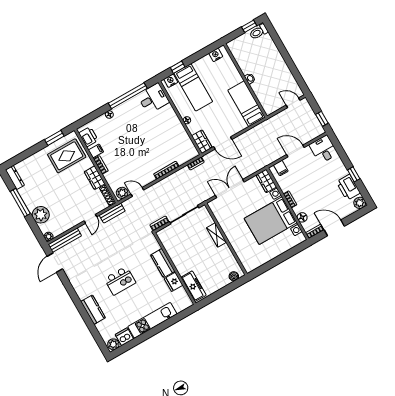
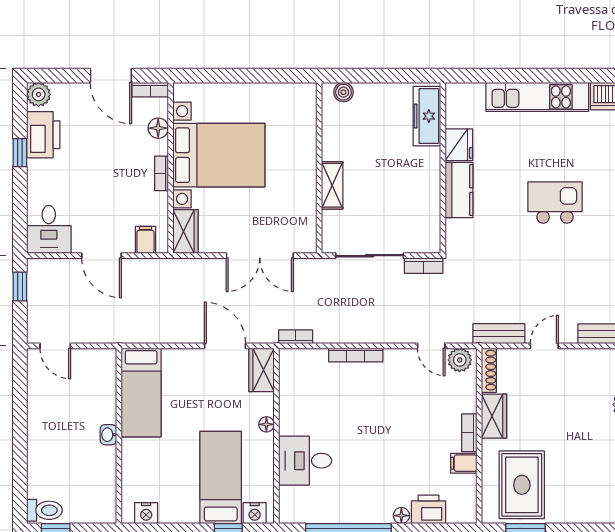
desk: (153, 98) -> (305, 461), moved
printer: (88, 137) -> (429, 509), moved, turned 90
rug: (67, 156) -> (522, 485), turned 90

